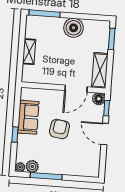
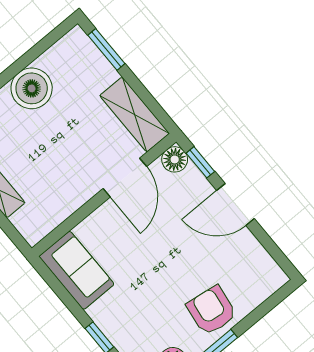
sofa: (28, 117) -> (77, 270), moved
armchair: (59, 129) -> (212, 310), moved

